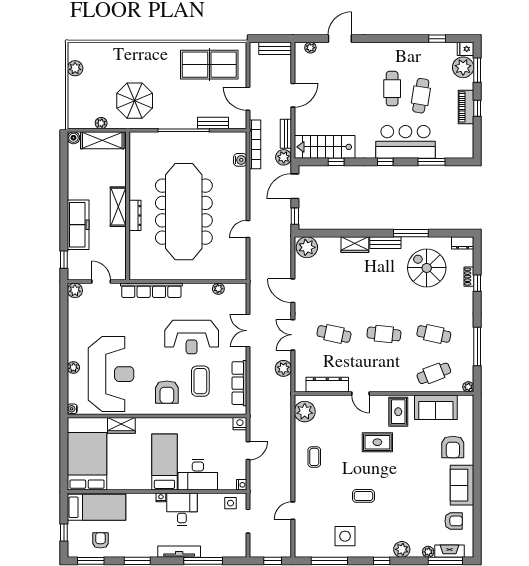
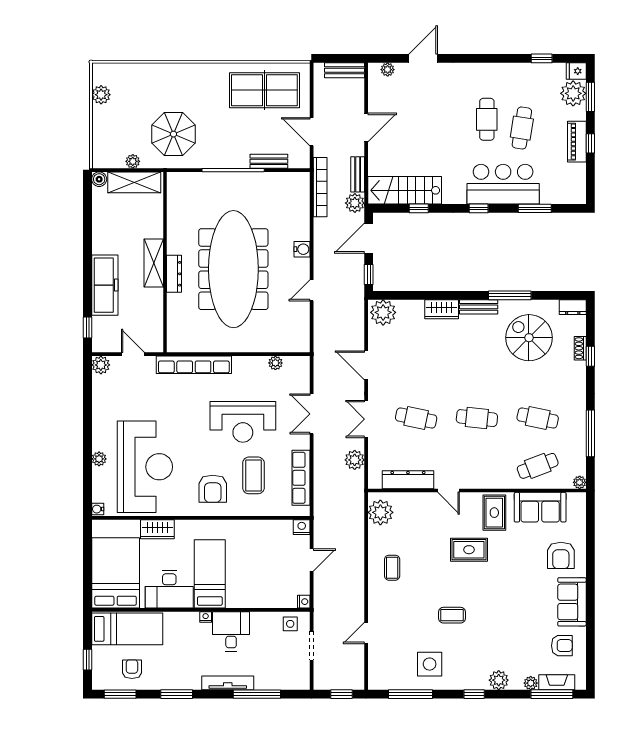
water cooler: (240, 160) -> (302, 249), moved
desk: (198, 475) -> (169, 589), moved

